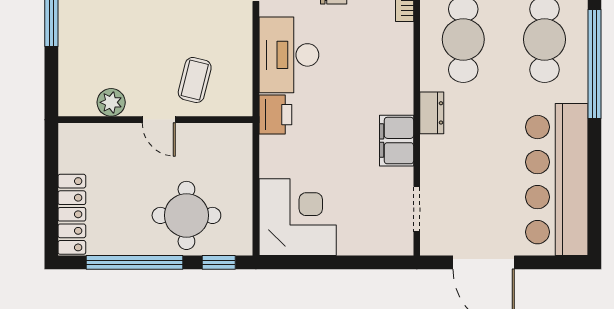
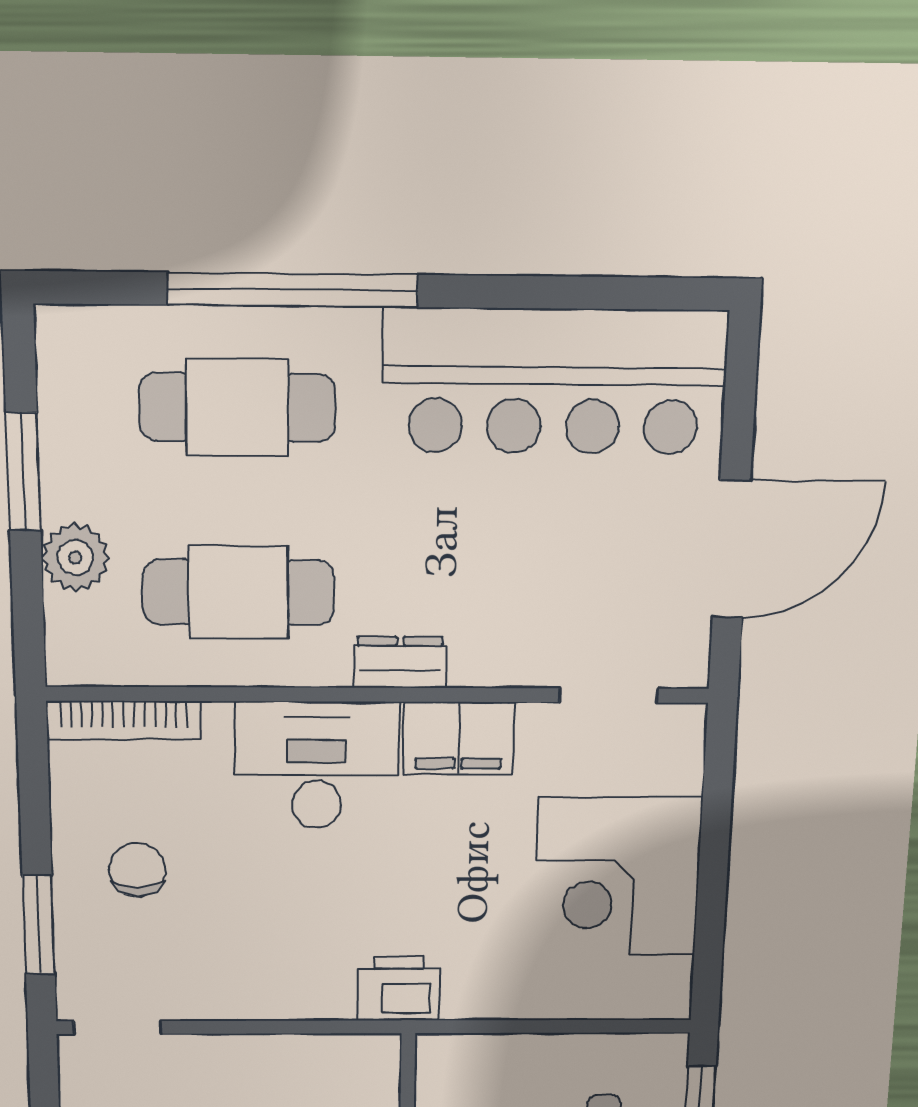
desk: (289, 55) -> (317, 765), moved, turned 180
corner desk: (298, 217) -> (618, 877), moved, turned -90

